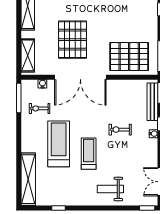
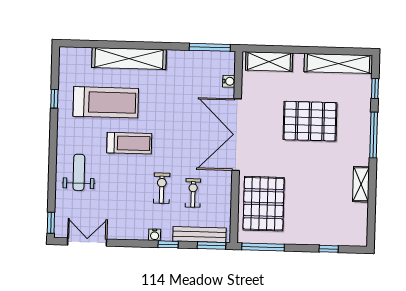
pallet: (73, 40) -> (310, 121), moved
exercise bike: (40, 108) -> (193, 193), moved
treadmill: (59, 144) -> (106, 102), moved
shelving: (28, 179) -> (129, 58), moved

